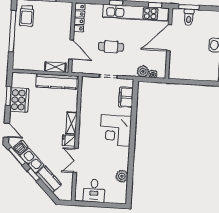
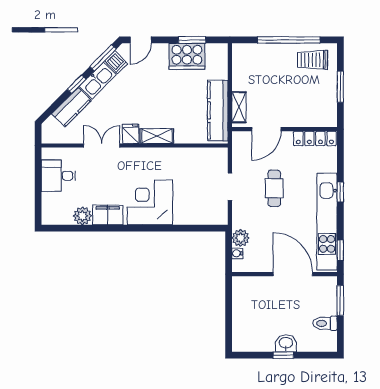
toilet: (189, 17) -> (325, 323), moved
filing cabinet: (126, 97) -> (108, 215), moved

